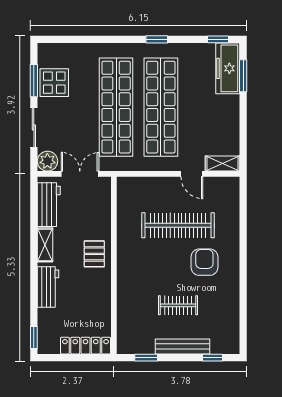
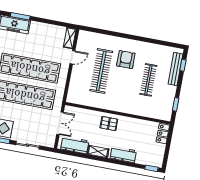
plant: (47, 161) -> (49, 141), removed
double door: (80, 174) -> (60, 123), swing flipped
armchair: (204, 262) -> (126, 60), turned 90
clothes rail: (178, 305) -> (148, 80), width x1.36
locker: (85, 346) -> (163, 134), width x0.66
bench: (183, 346) -> (175, 69), moved

